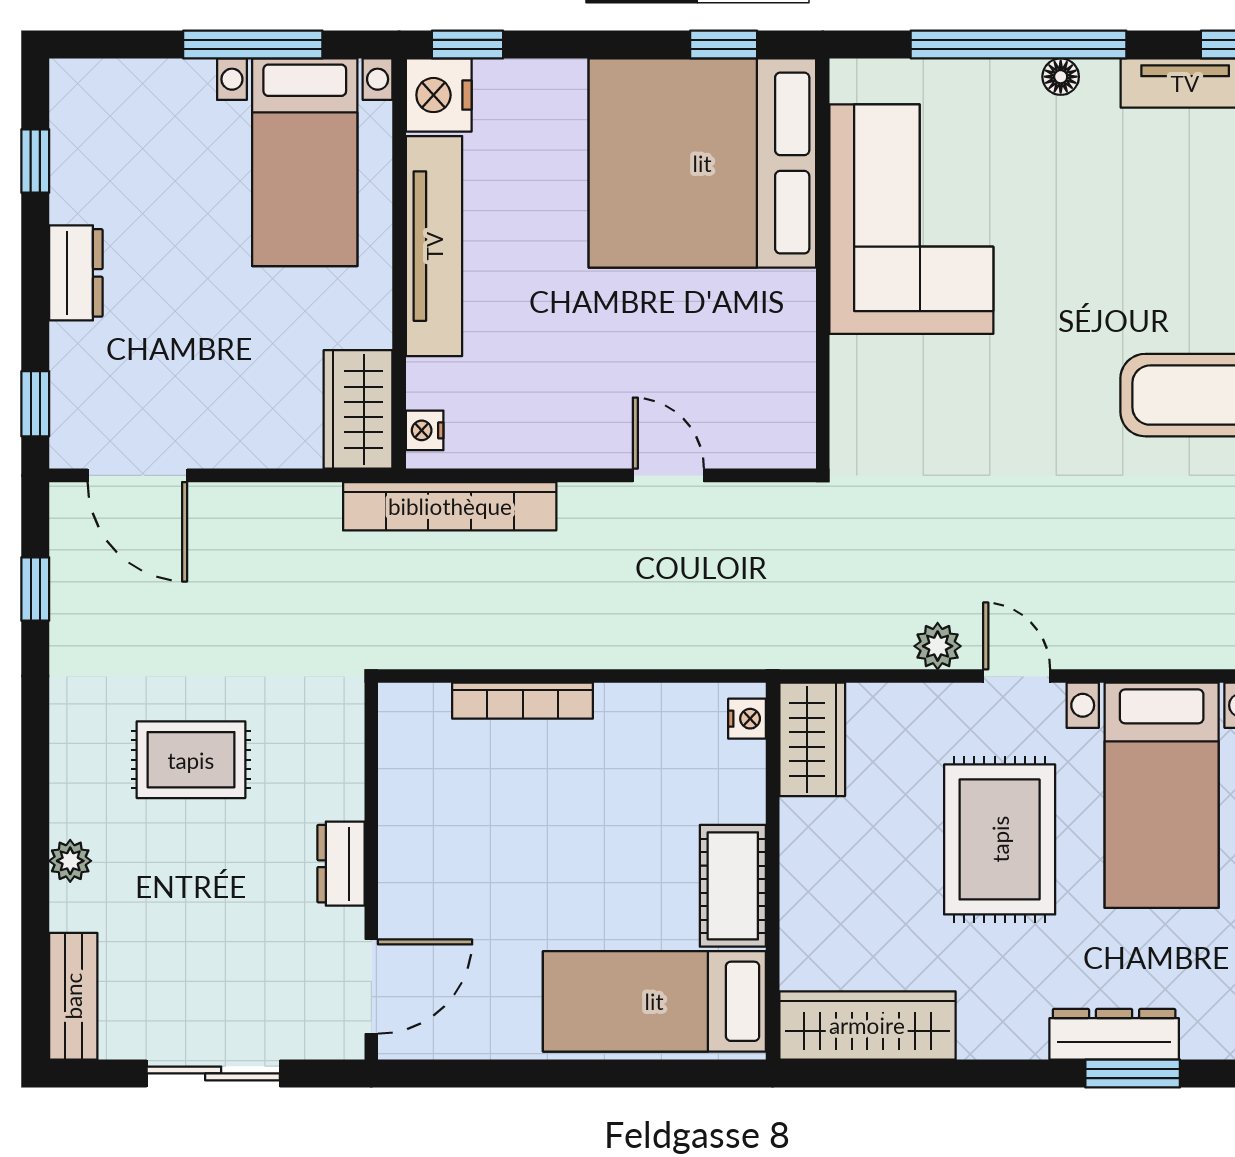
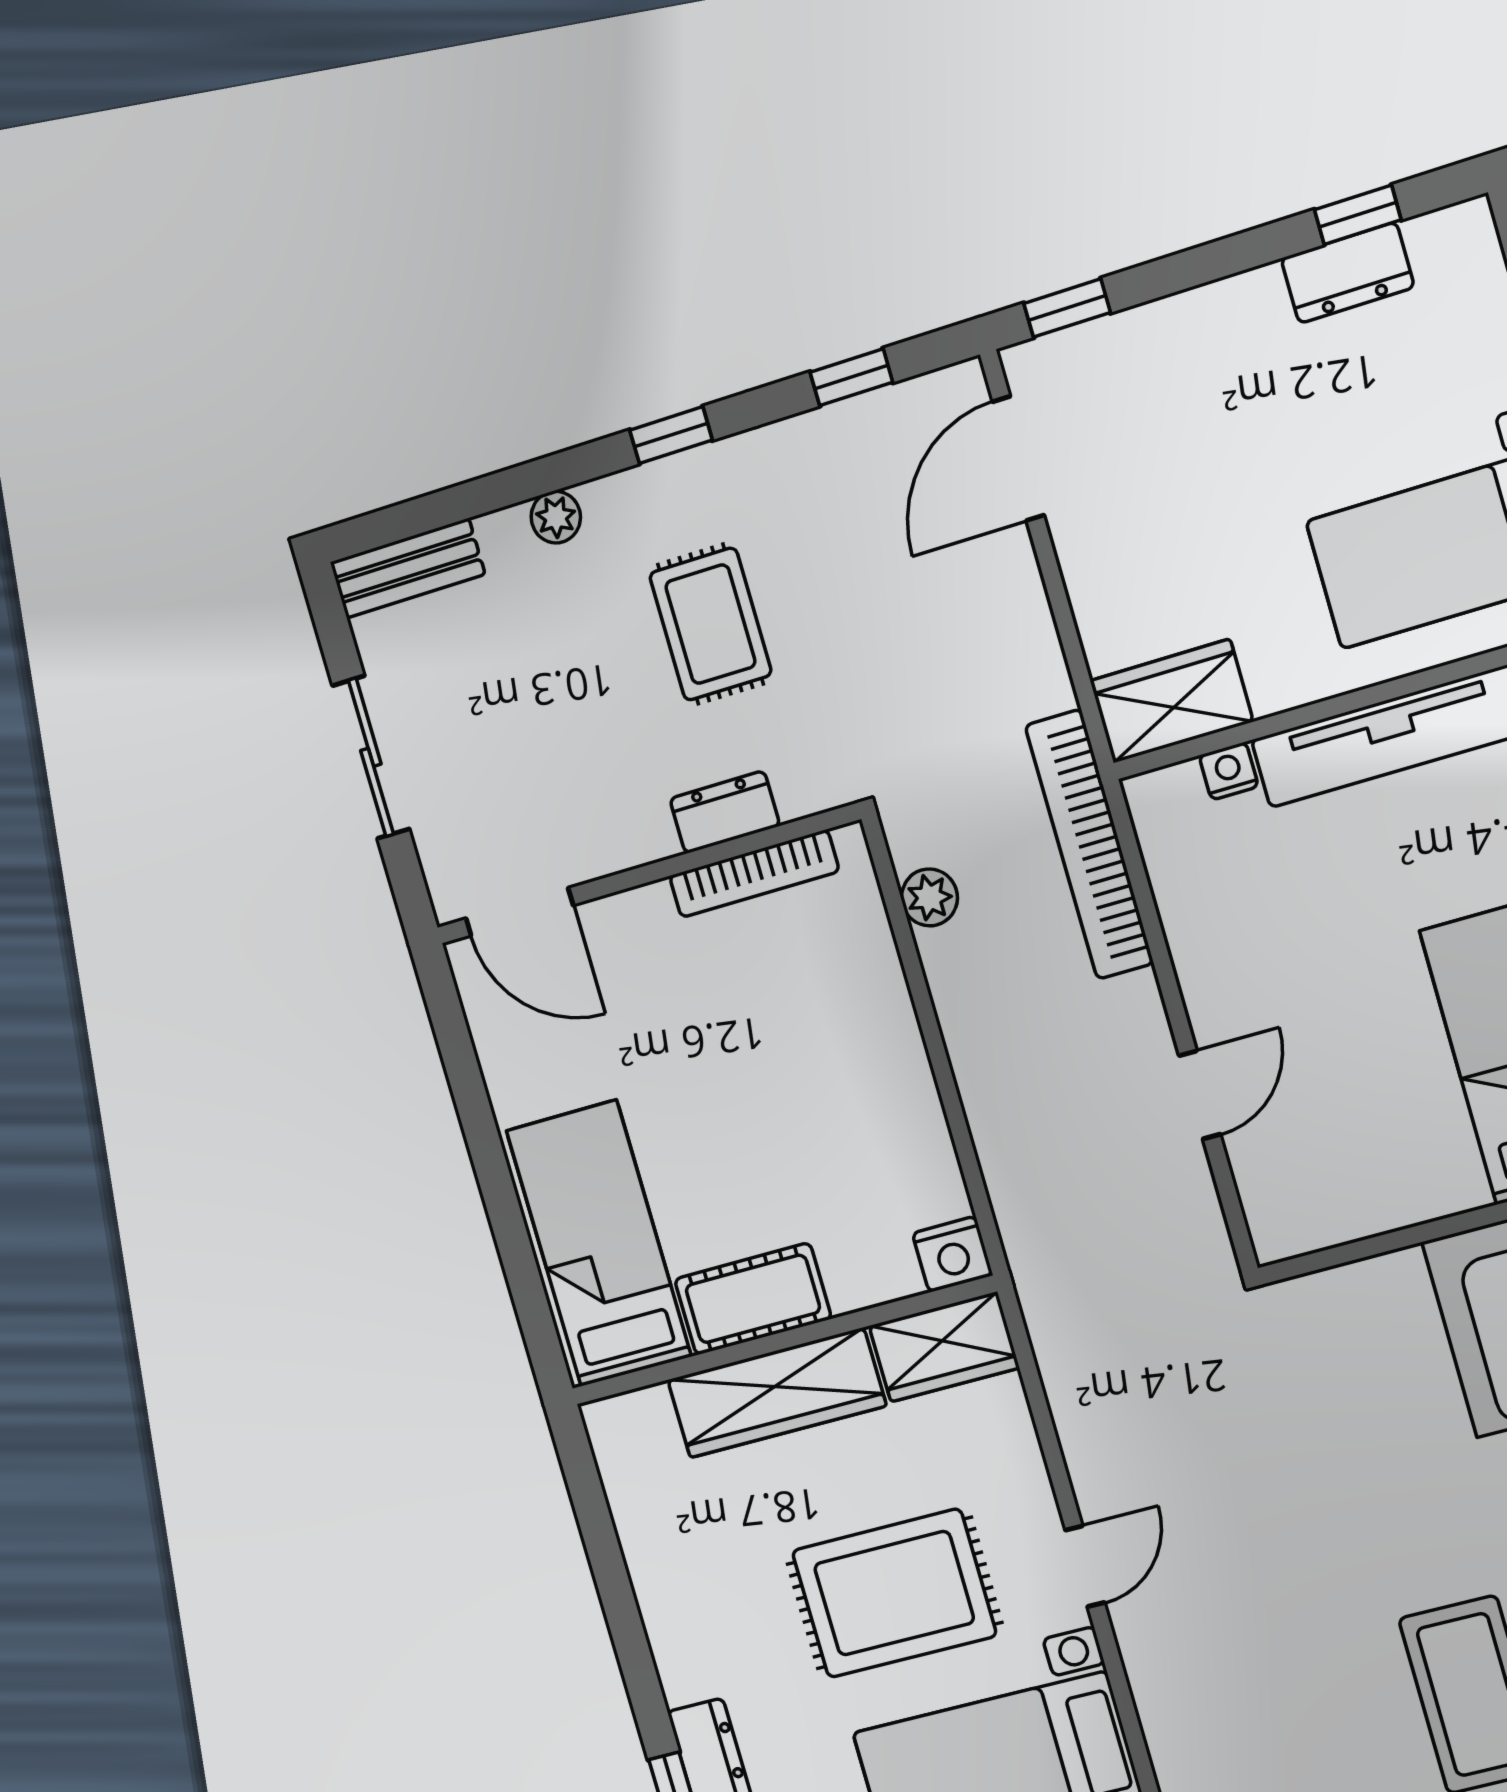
dresser: (76, 273) -> (1348, 273), moved
nightstand: (425, 430) -> (1229, 771), moved
plant: (938, 646) -> (929, 897), moved
bookcase: (523, 701) -> (754, 874), moved, turned -90
nightstand: (747, 719) -> (952, 1254), width x1.39, depth x1.35
window: (35, 747) -> (671, 435), added
dresser: (341, 864) -> (725, 812), moved
wardrobe: (867, 1025) -> (777, 1393), moved, turned 90

